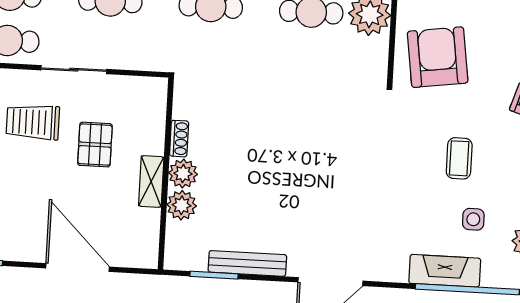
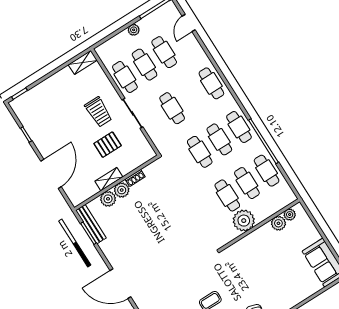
armchair: (438, 57) -> (246, 262), removed
trolley: (33, 122) -> (98, 112), turned 180
bench: (247, 263) -> (91, 224), moved

